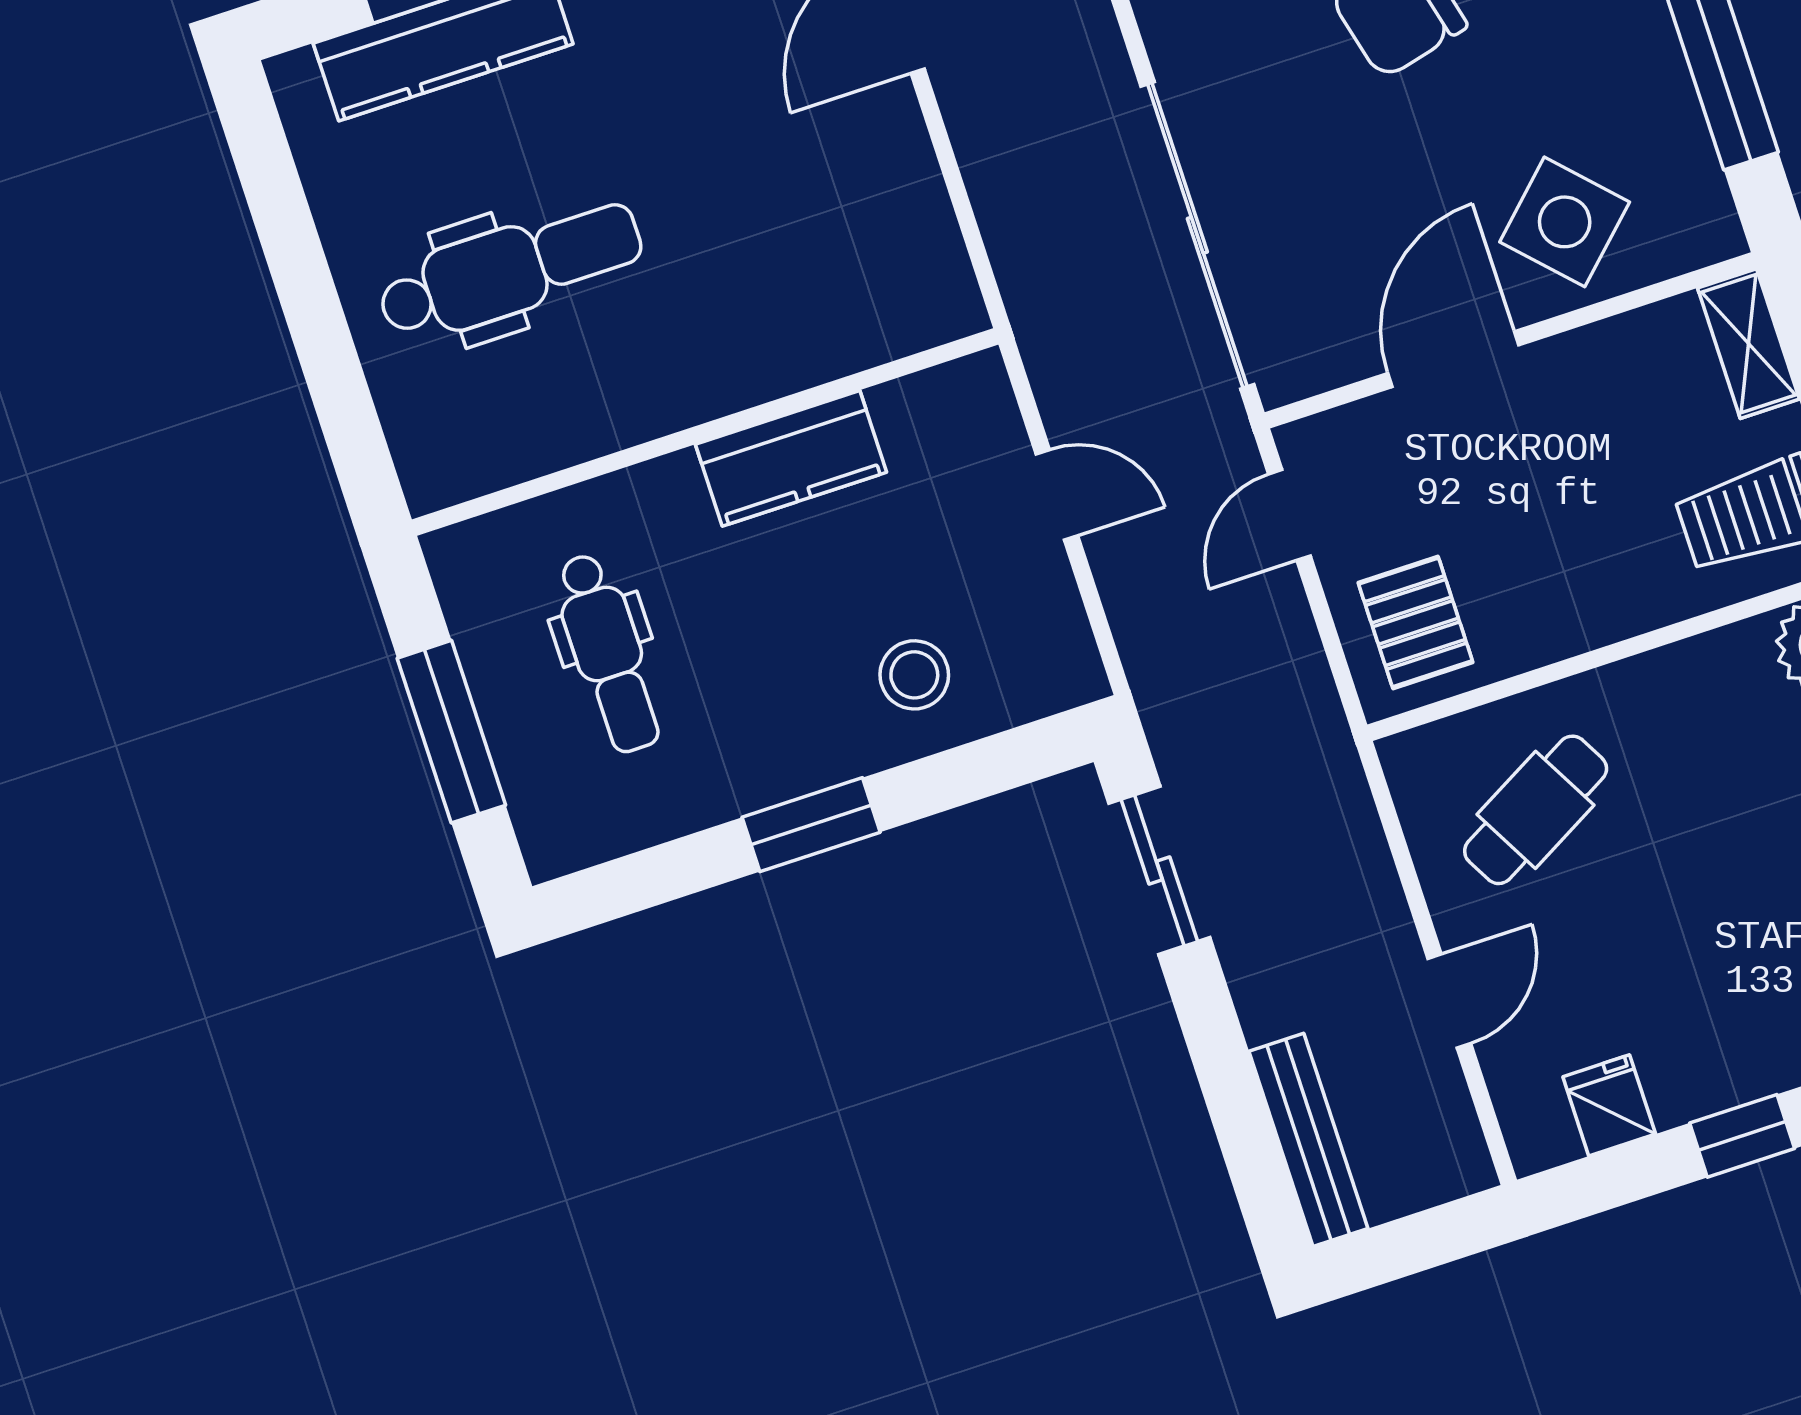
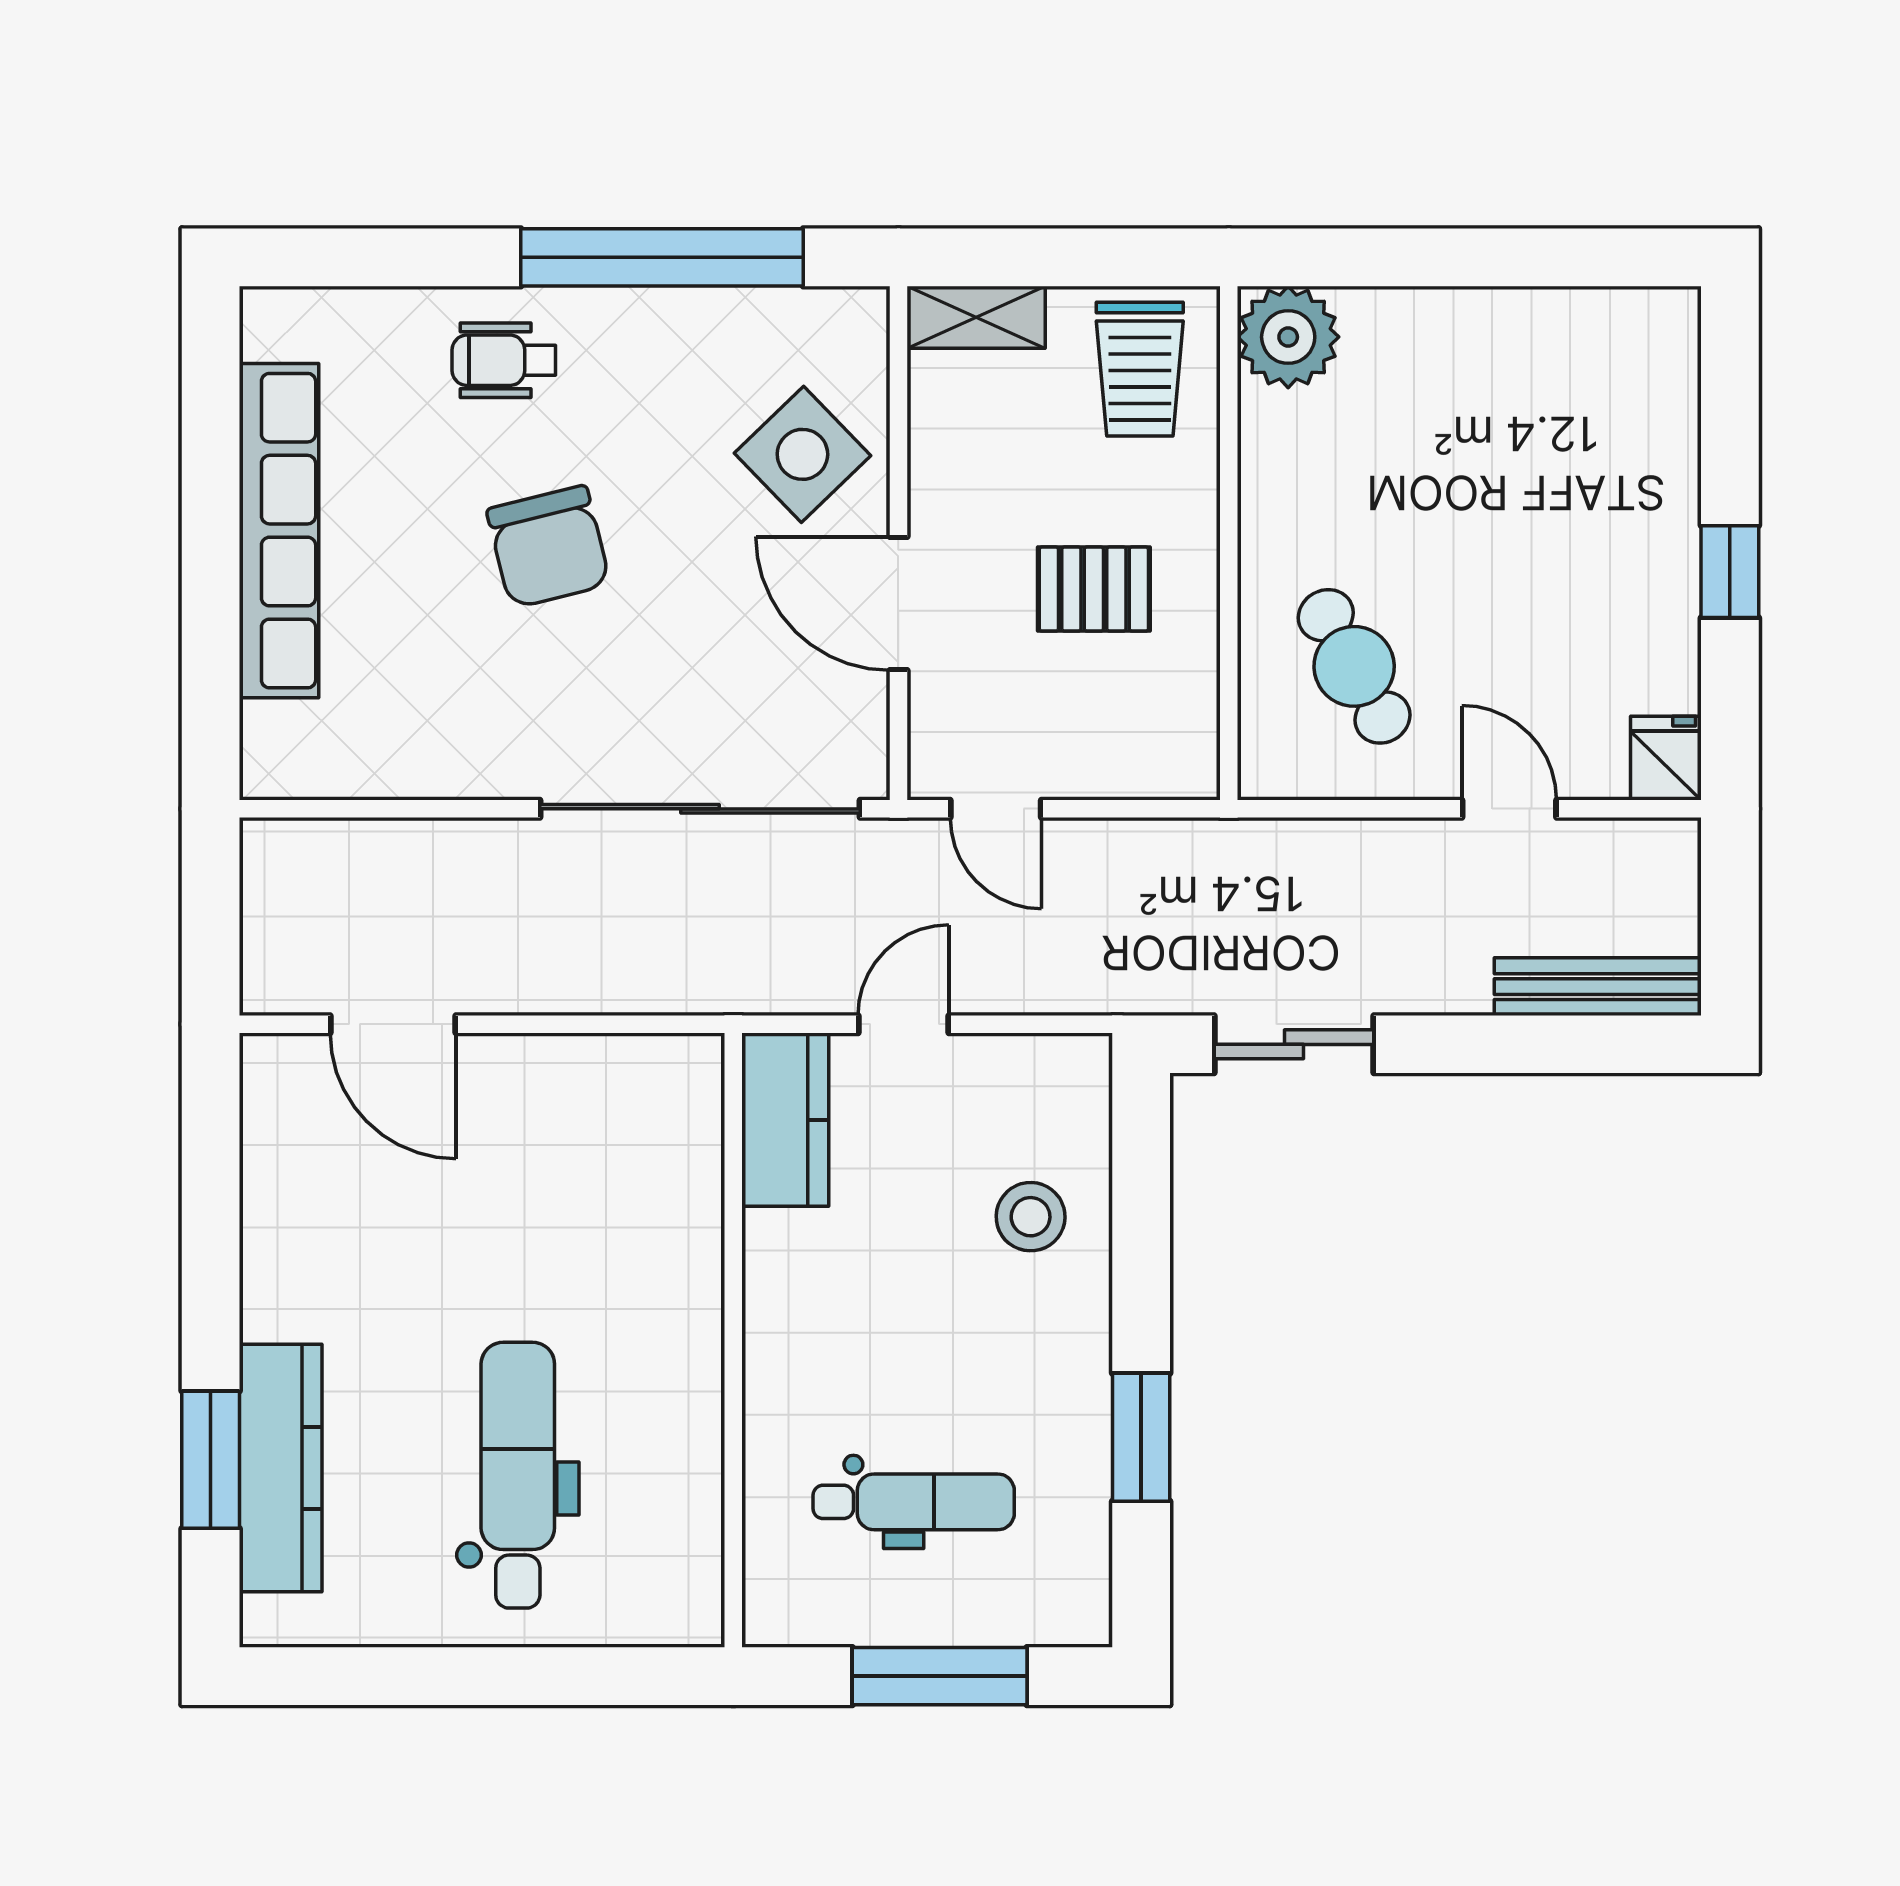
kitchen counter: (791, 458) -> (785, 1120), moved
pallet: (1415, 622) -> (1094, 589), moved
window: (811, 825) -> (1141, 1437), moved
fridge: (1609, 1105) -> (1666, 758), moved, turned 90

